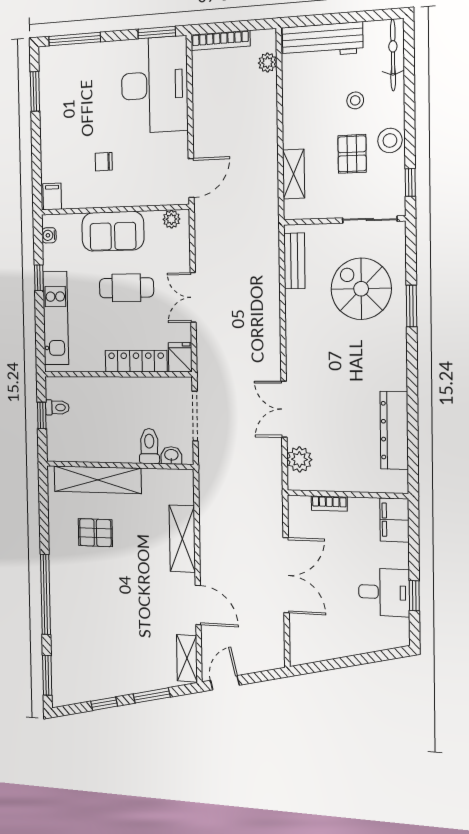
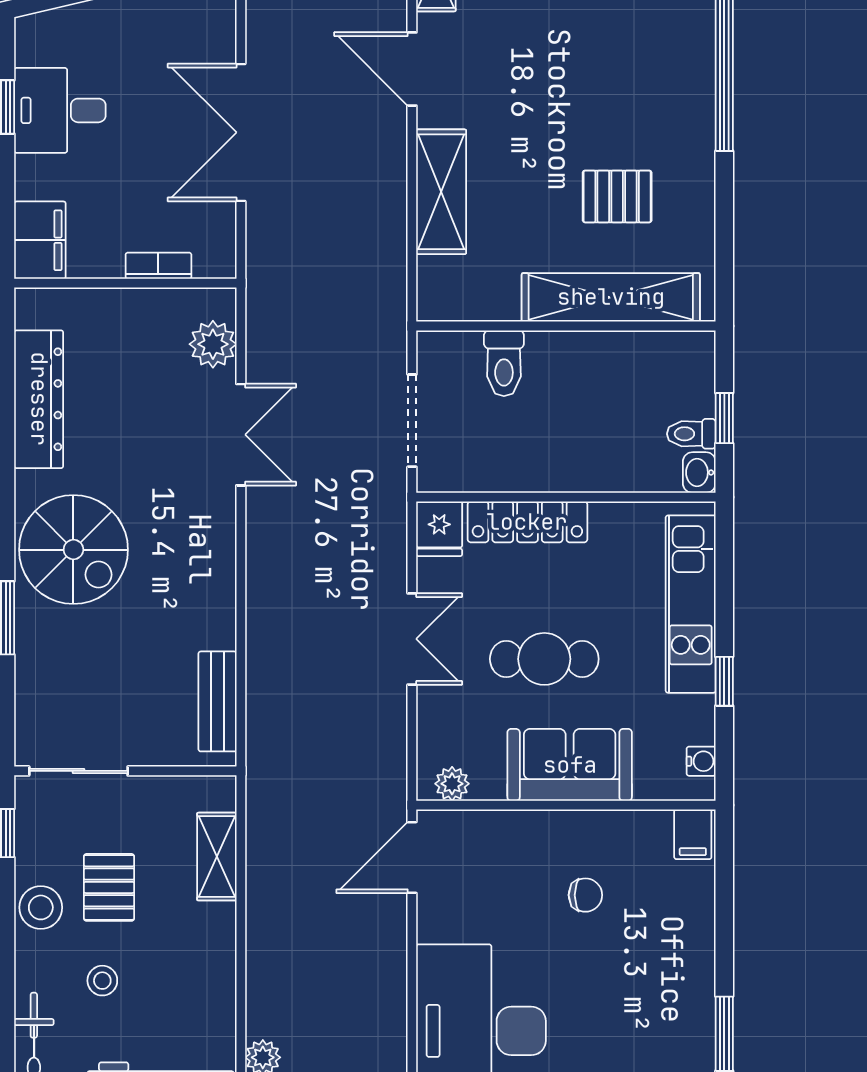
spiral stairs: (361, 289) -> (73, 550), moved
washbasin: (171, 455) -> (699, 472), moved, turned 90

